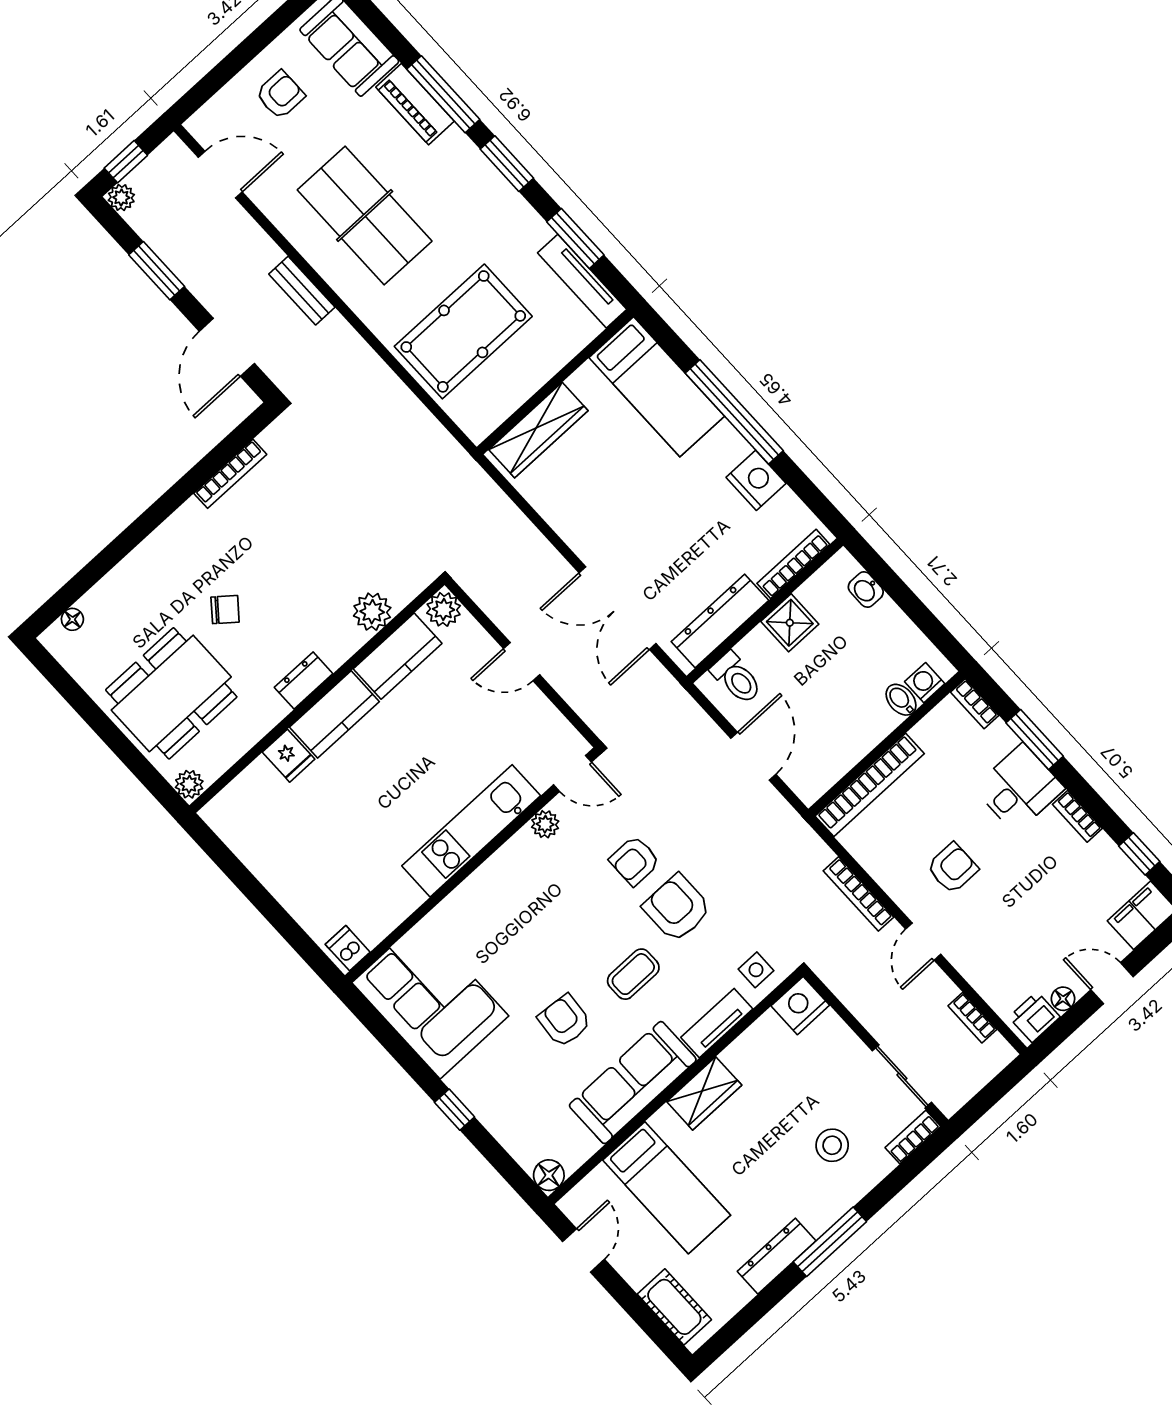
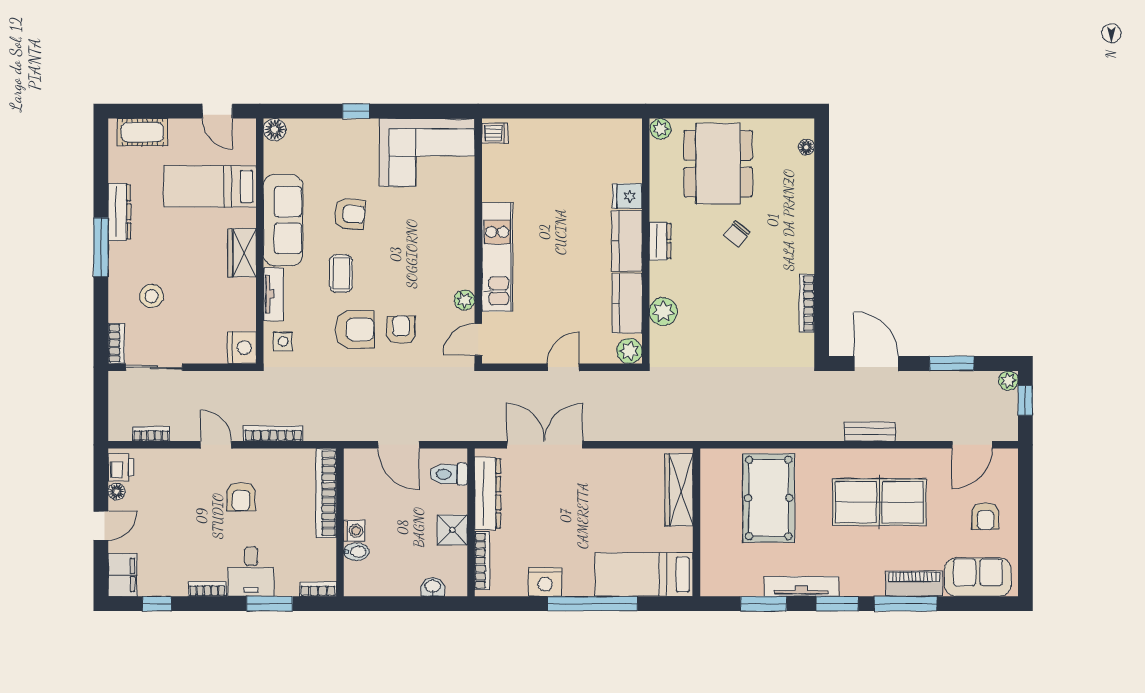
tv unit: (582, 281) -> (801, 586), moved
washing machine: (925, 683) -> (354, 531), moved

